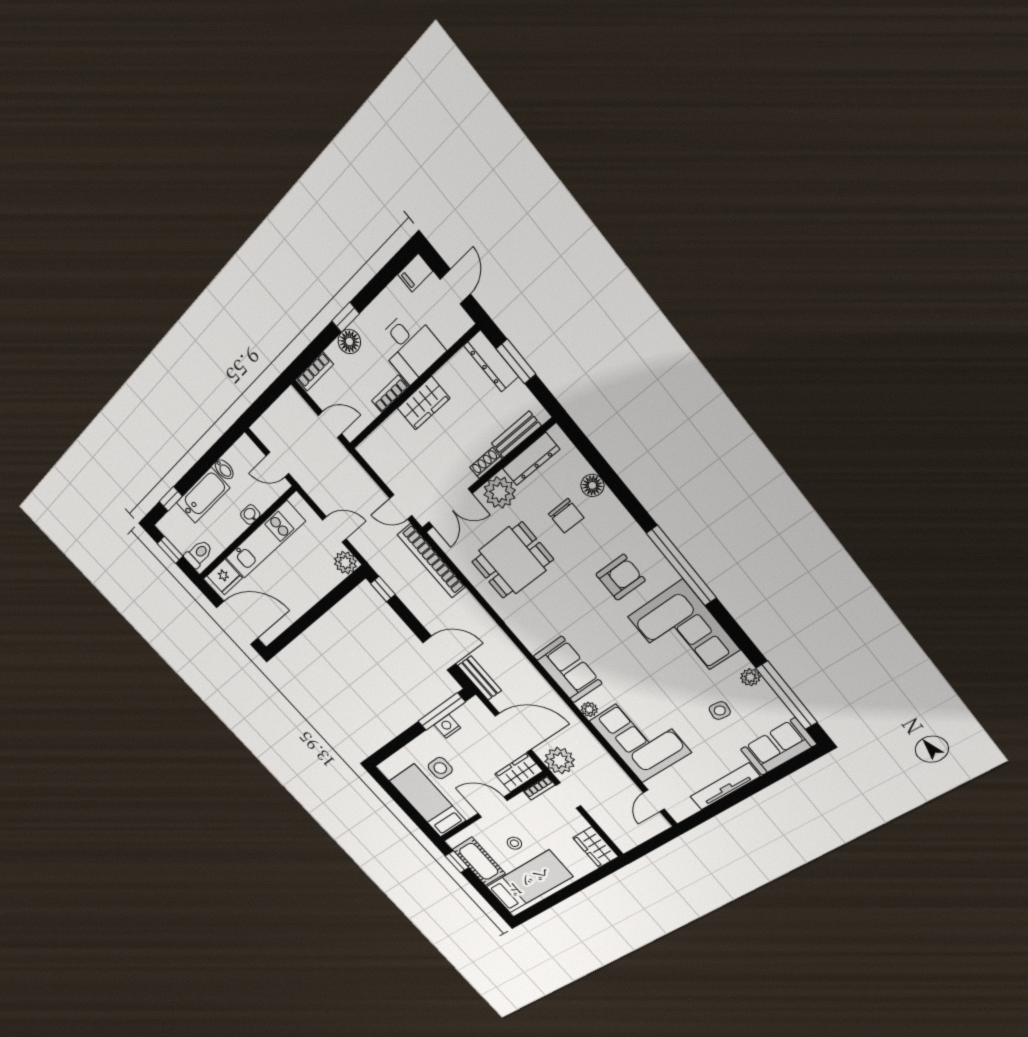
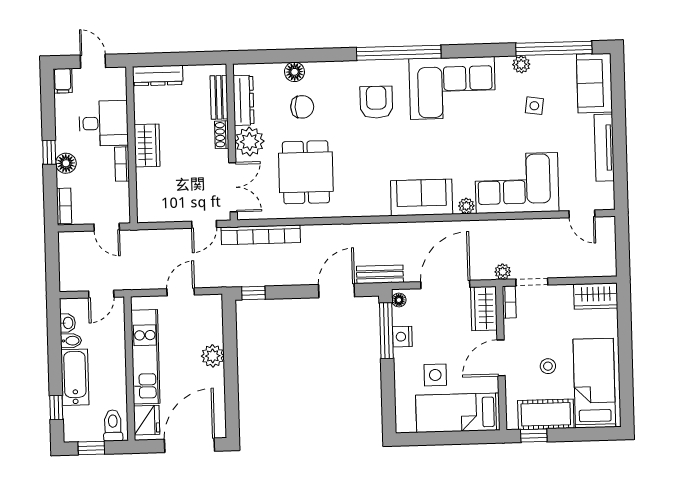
window: (516, 362) -> (171, 59), removed
door: (330, 425) -> (107, 227), swing flipped
washbasin: (250, 515) -> (68, 323), moved, turned 180
plant: (345, 563) -> (213, 356), moved
floor lamp: (472, 706) -> (399, 300), added
plant: (560, 761) -> (503, 272), width x0.53, depth x0.53

